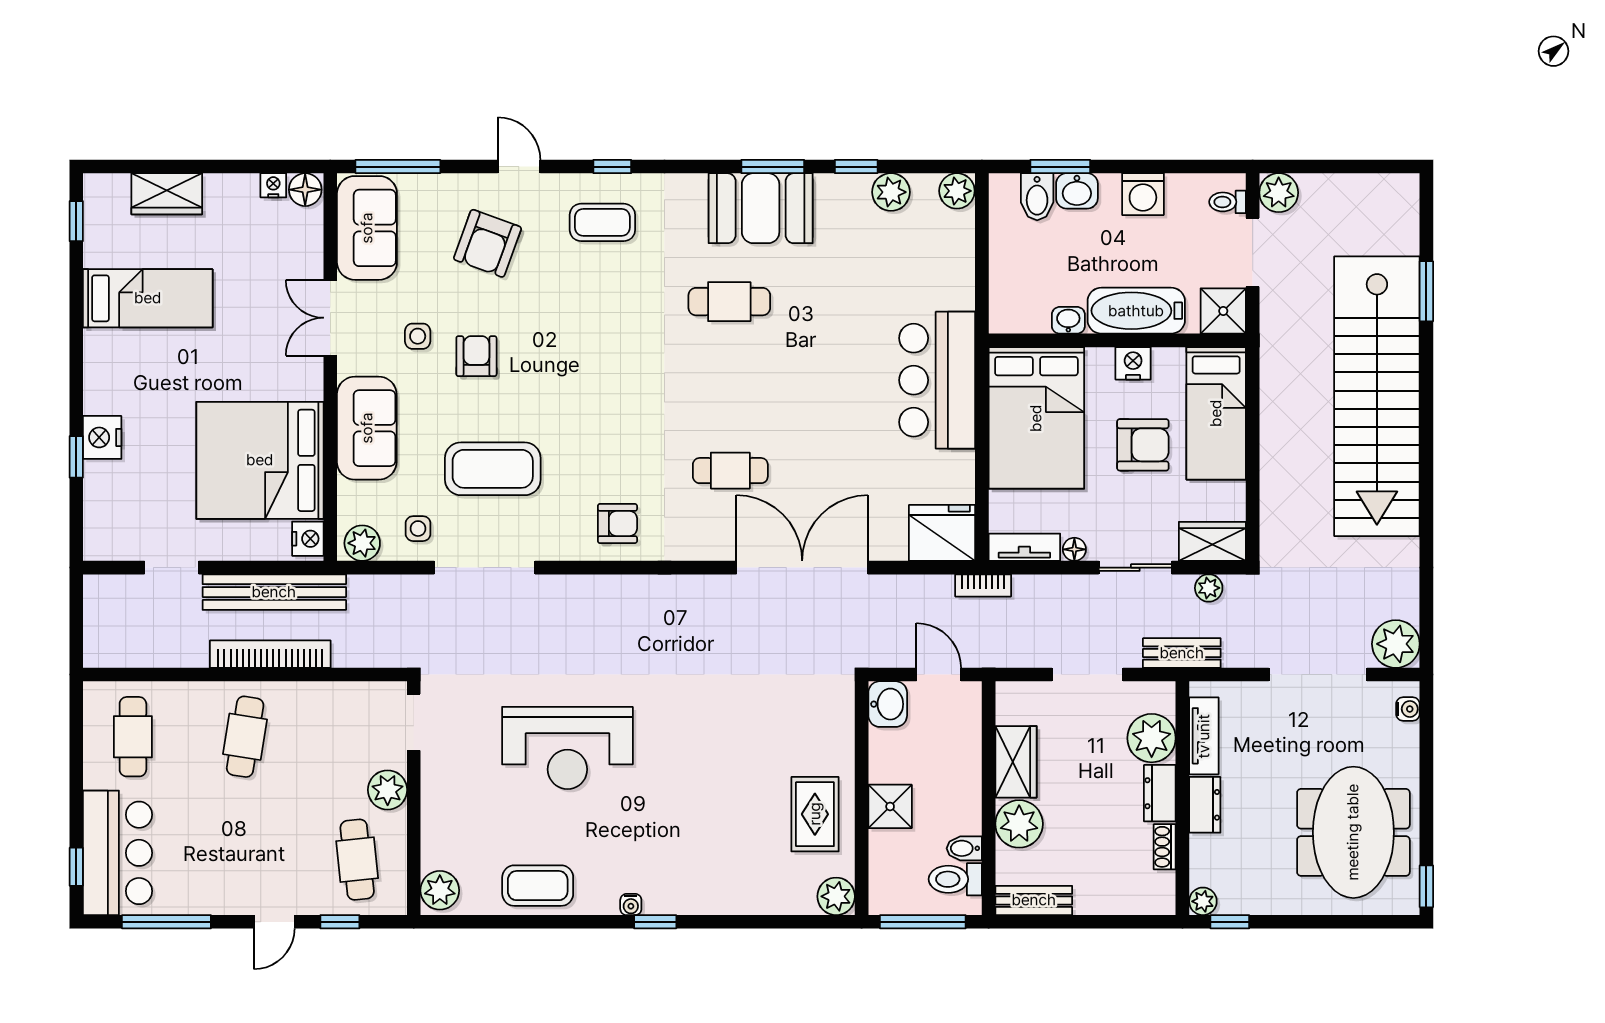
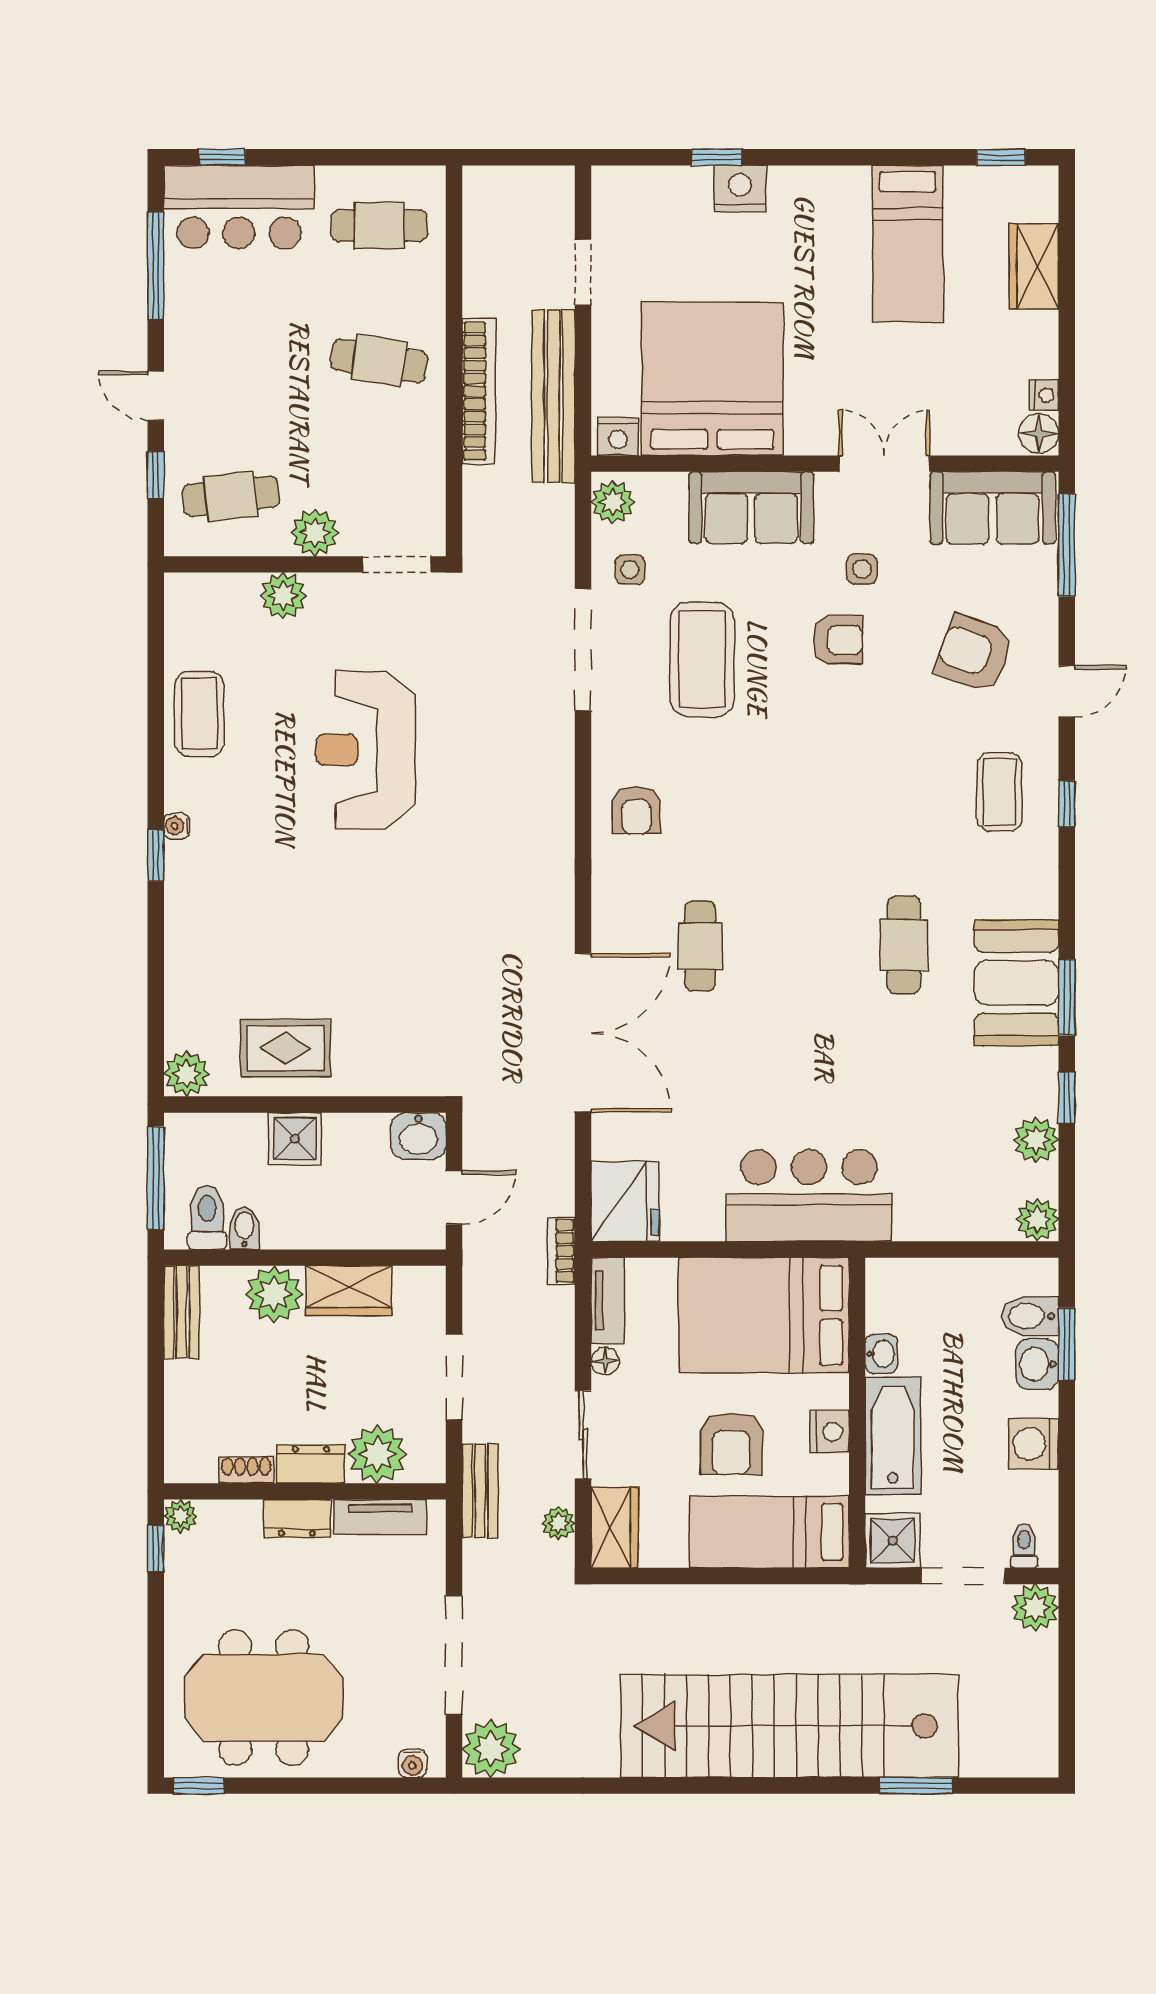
plant: (440, 890) -> (283, 596), moved

